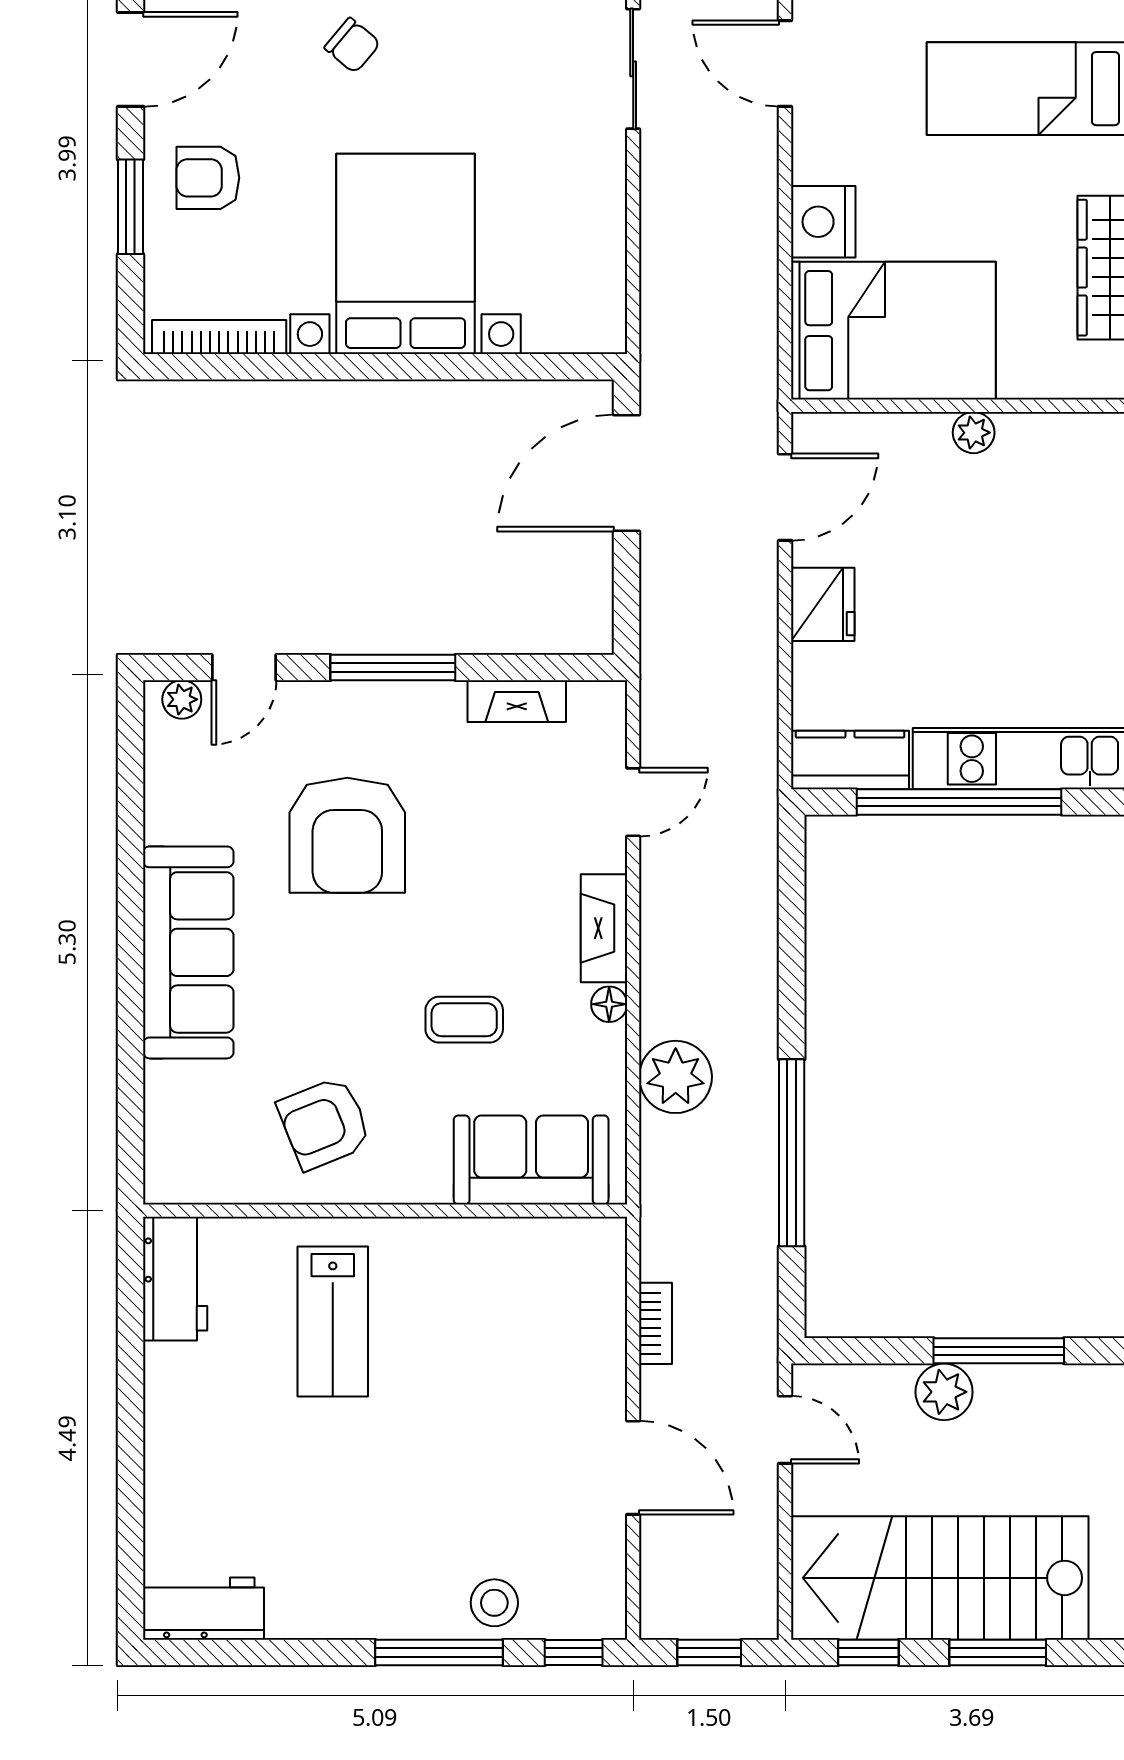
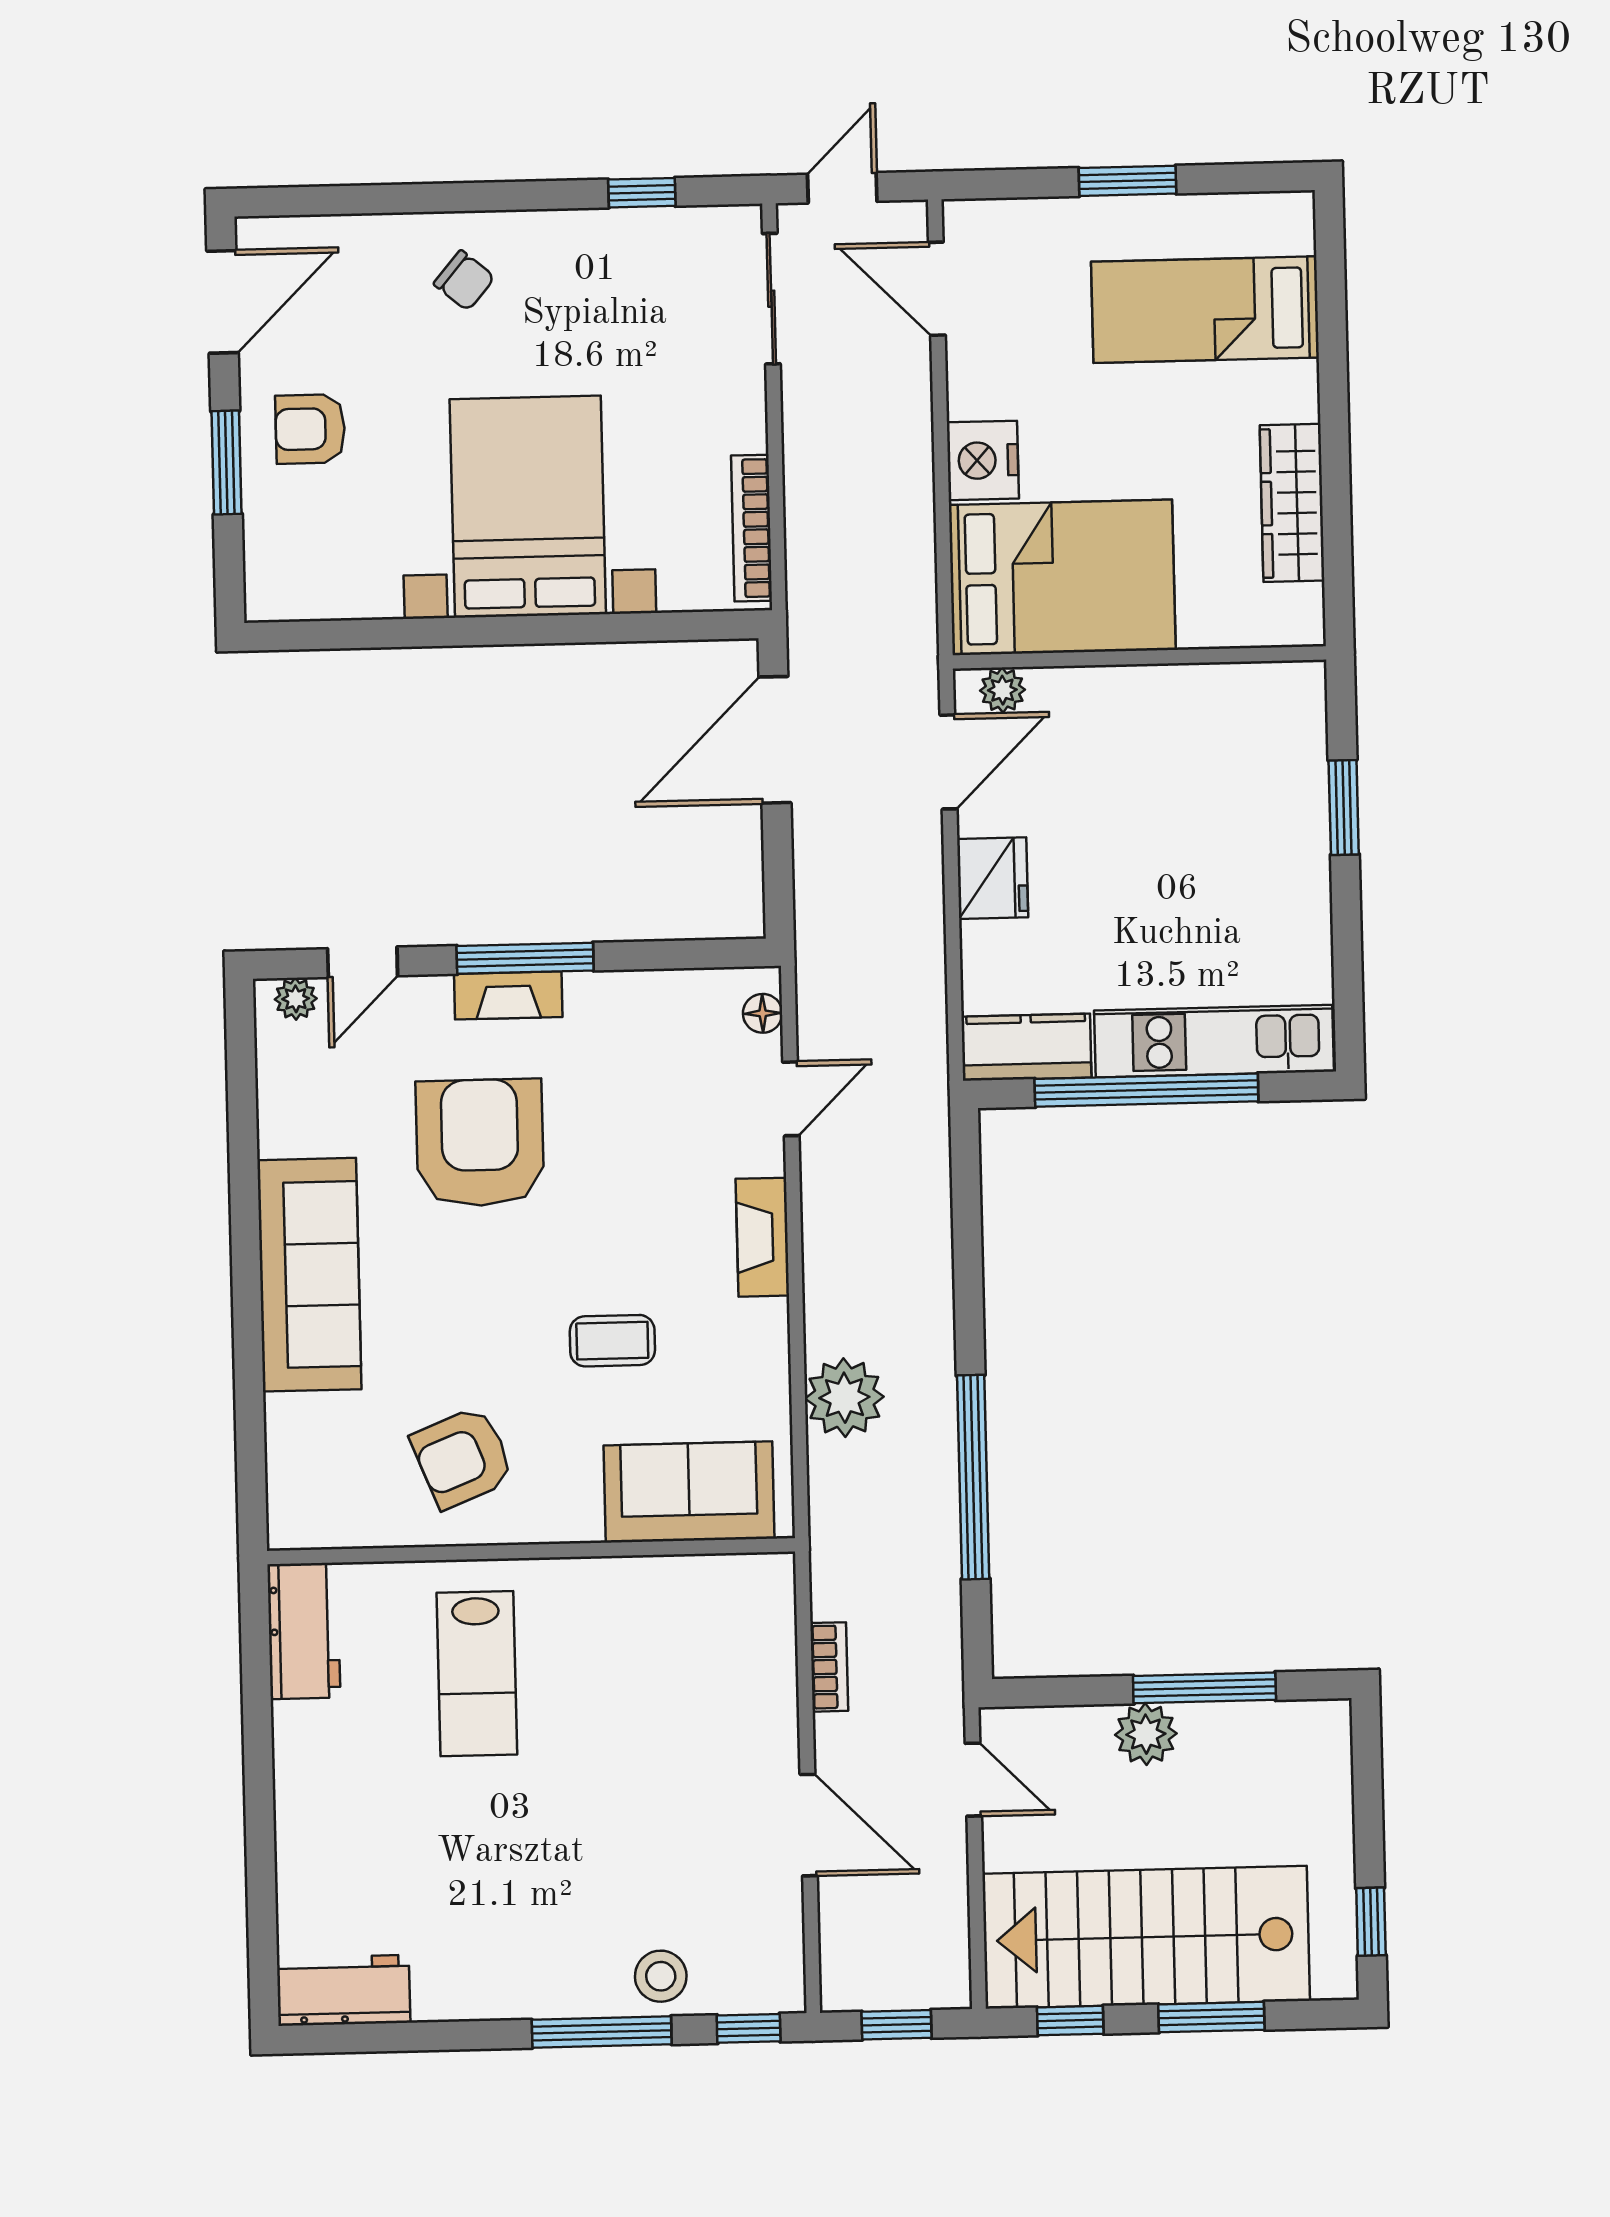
bookcase: (219, 337) -> (752, 528), moved, turned -90
plant: (974, 433) -> (1002, 690), moved
fireplace: (517, 701) -> (508, 995), moved
armchair: (347, 835) -> (480, 1143), turned 180
floor lamp: (609, 1004) -> (763, 1013), moved

